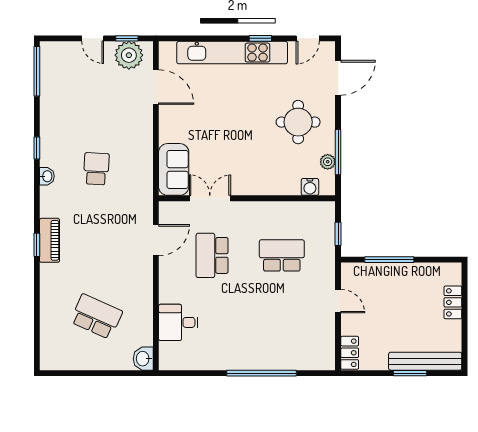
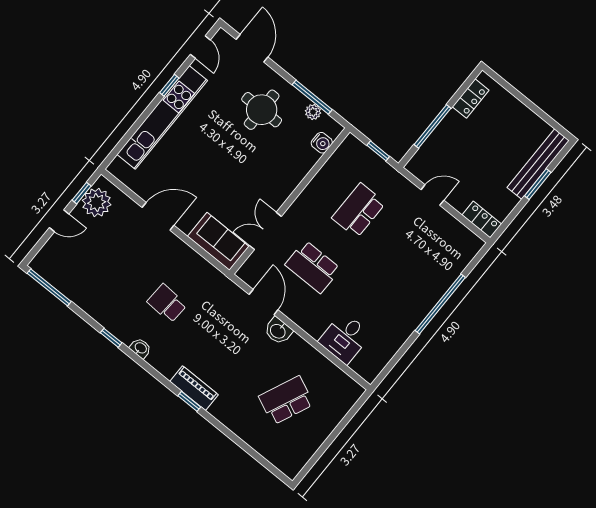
door: (156, 87) -> (158, 216), moved
locker: (453, 302) -> (471, 99), moved, turned -90
washbasin: (143, 359) -> (278, 331), moved

